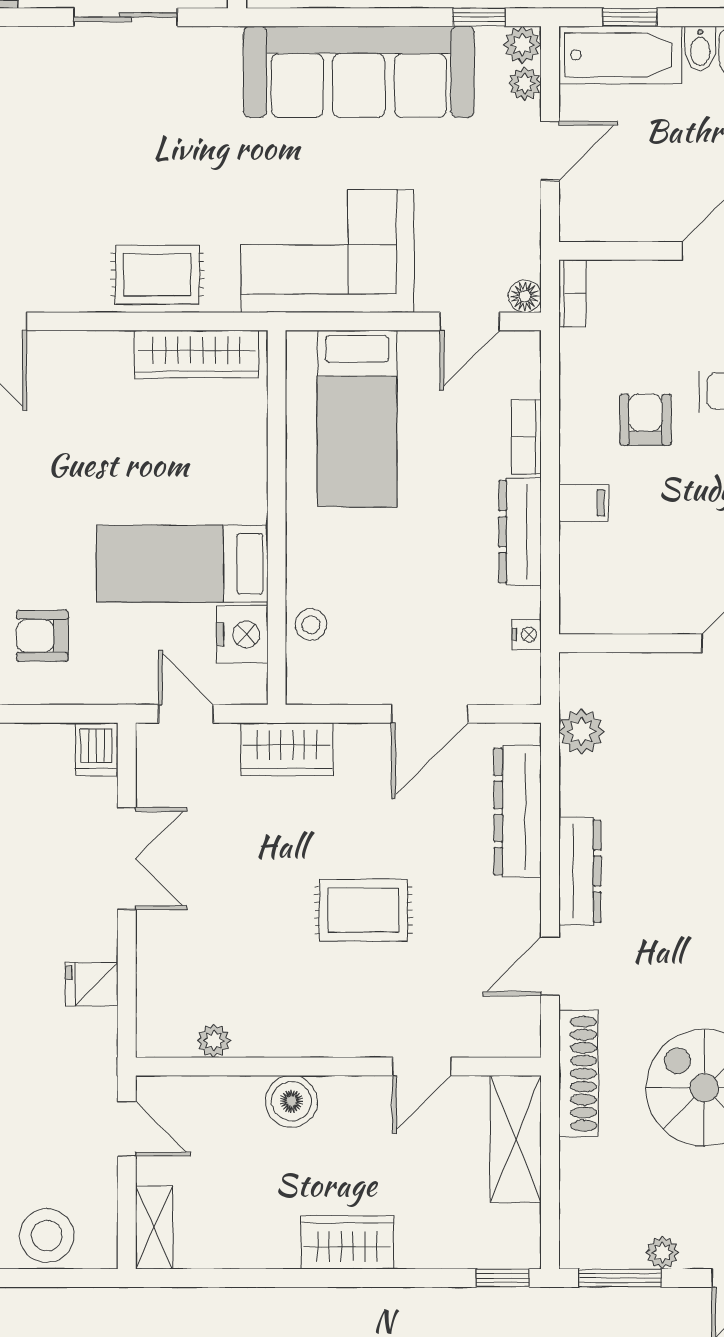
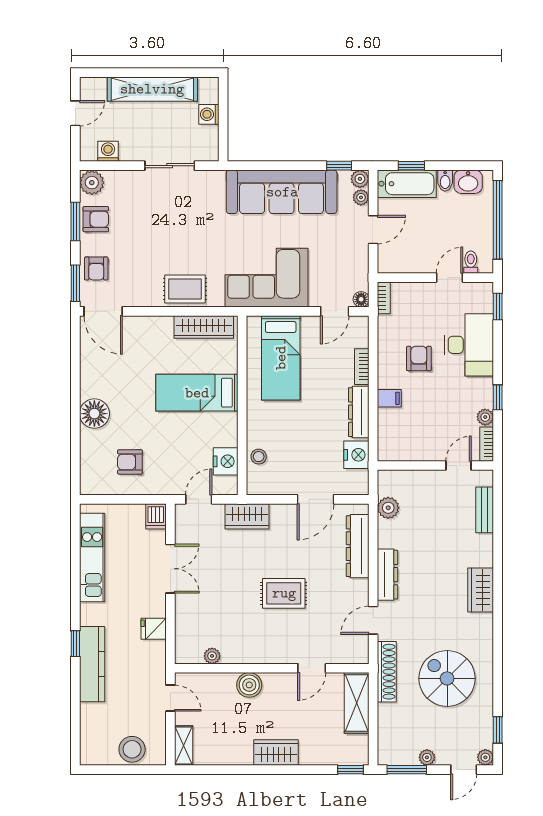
bed: (182, 564) -> (197, 393), moved
nightstand: (527, 635) -> (356, 455), width x1.89, depth x1.79
door: (186, 714) -> (199, 499), hinge flipped

